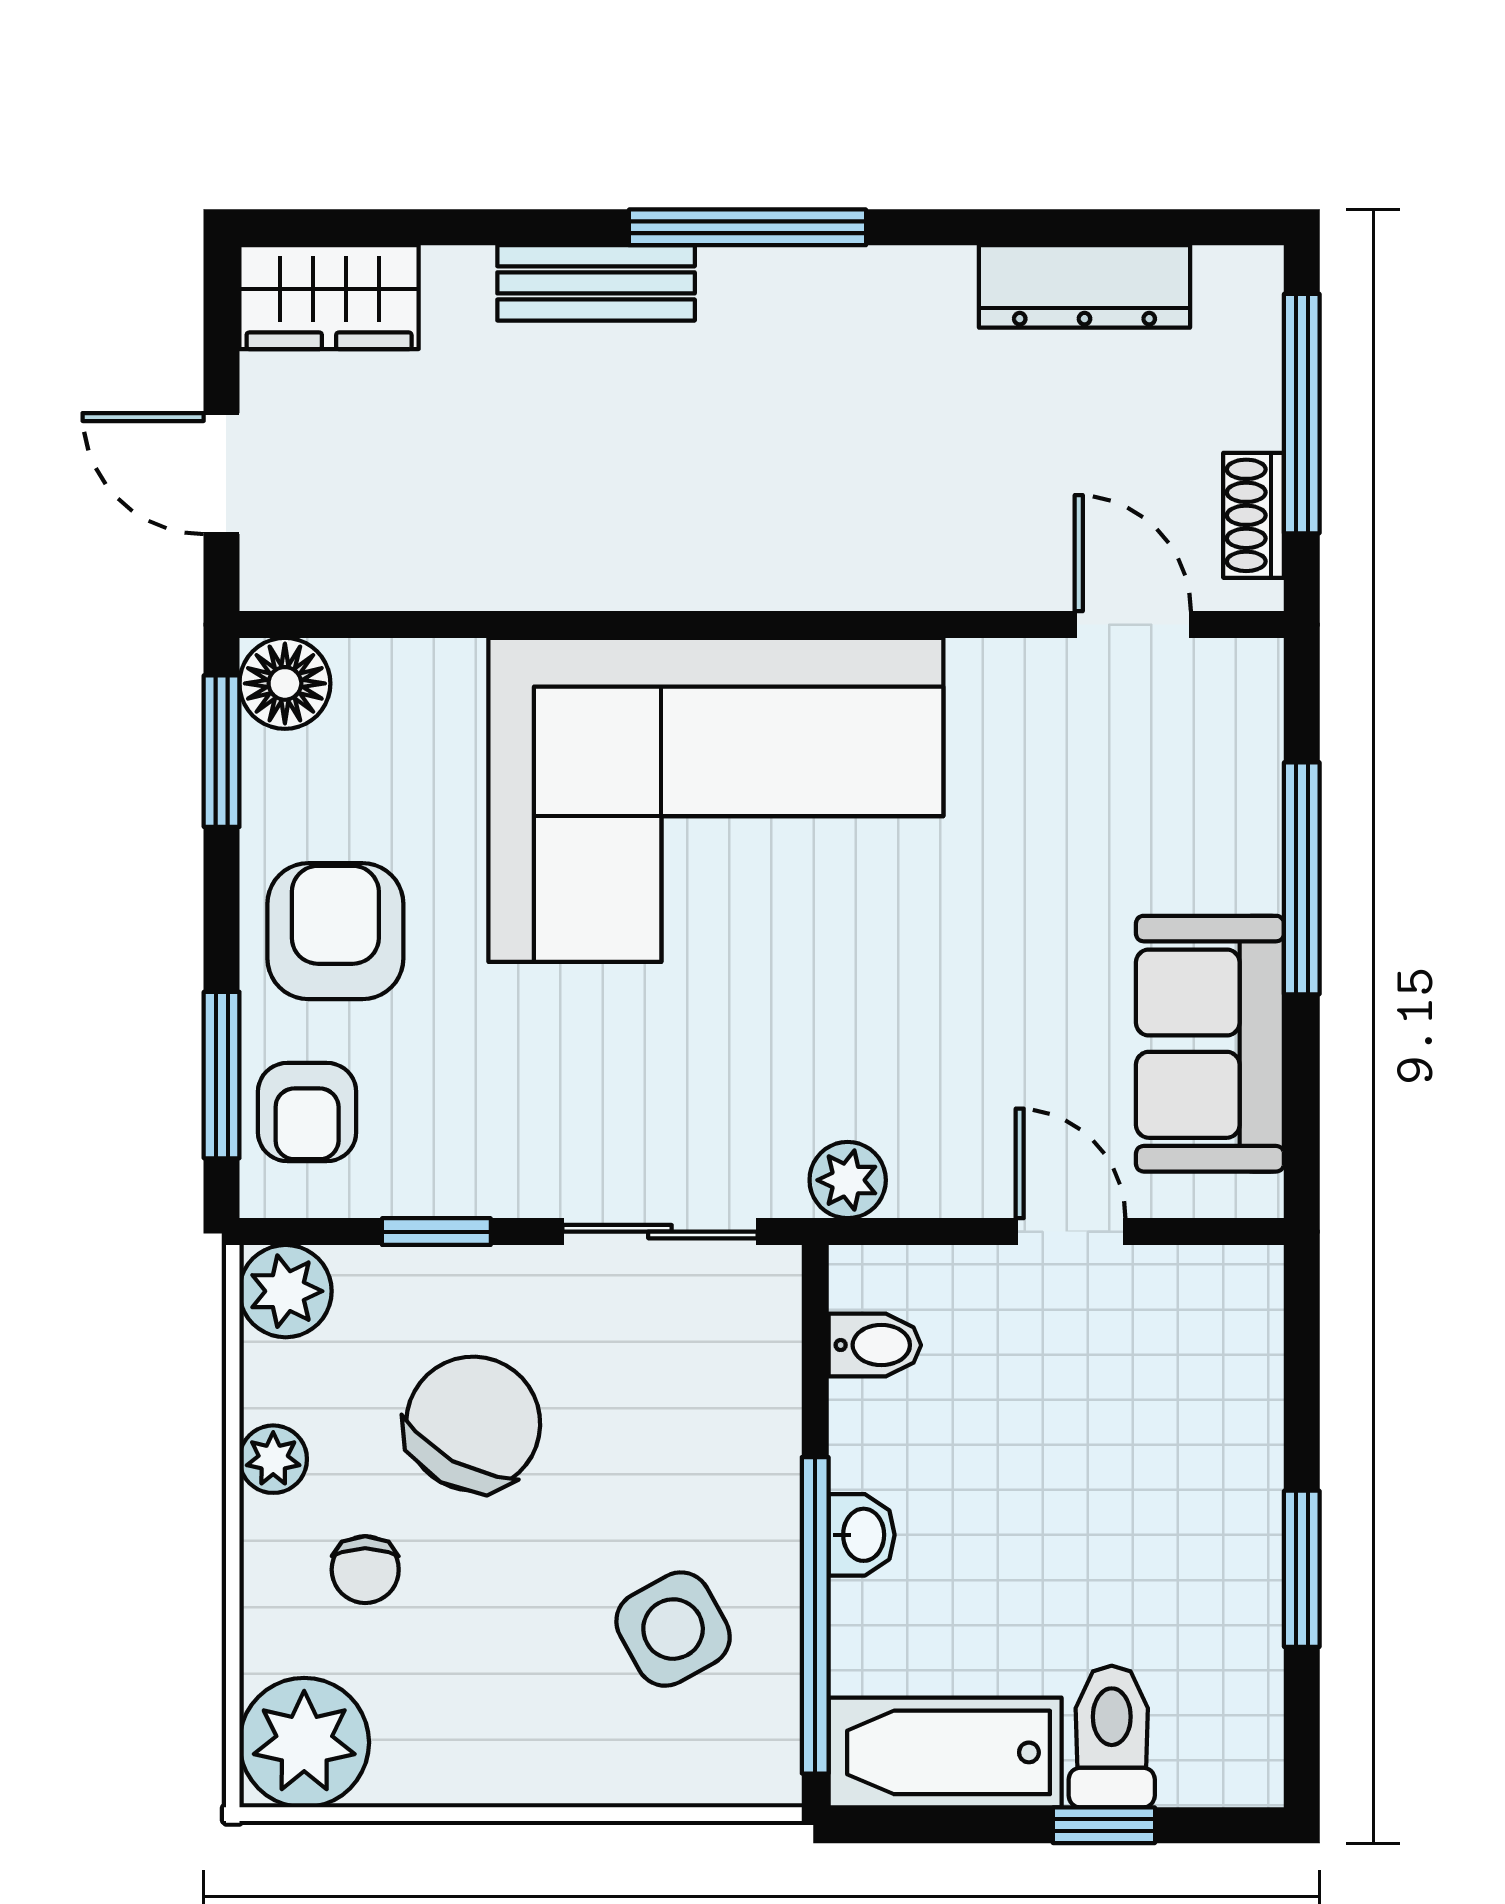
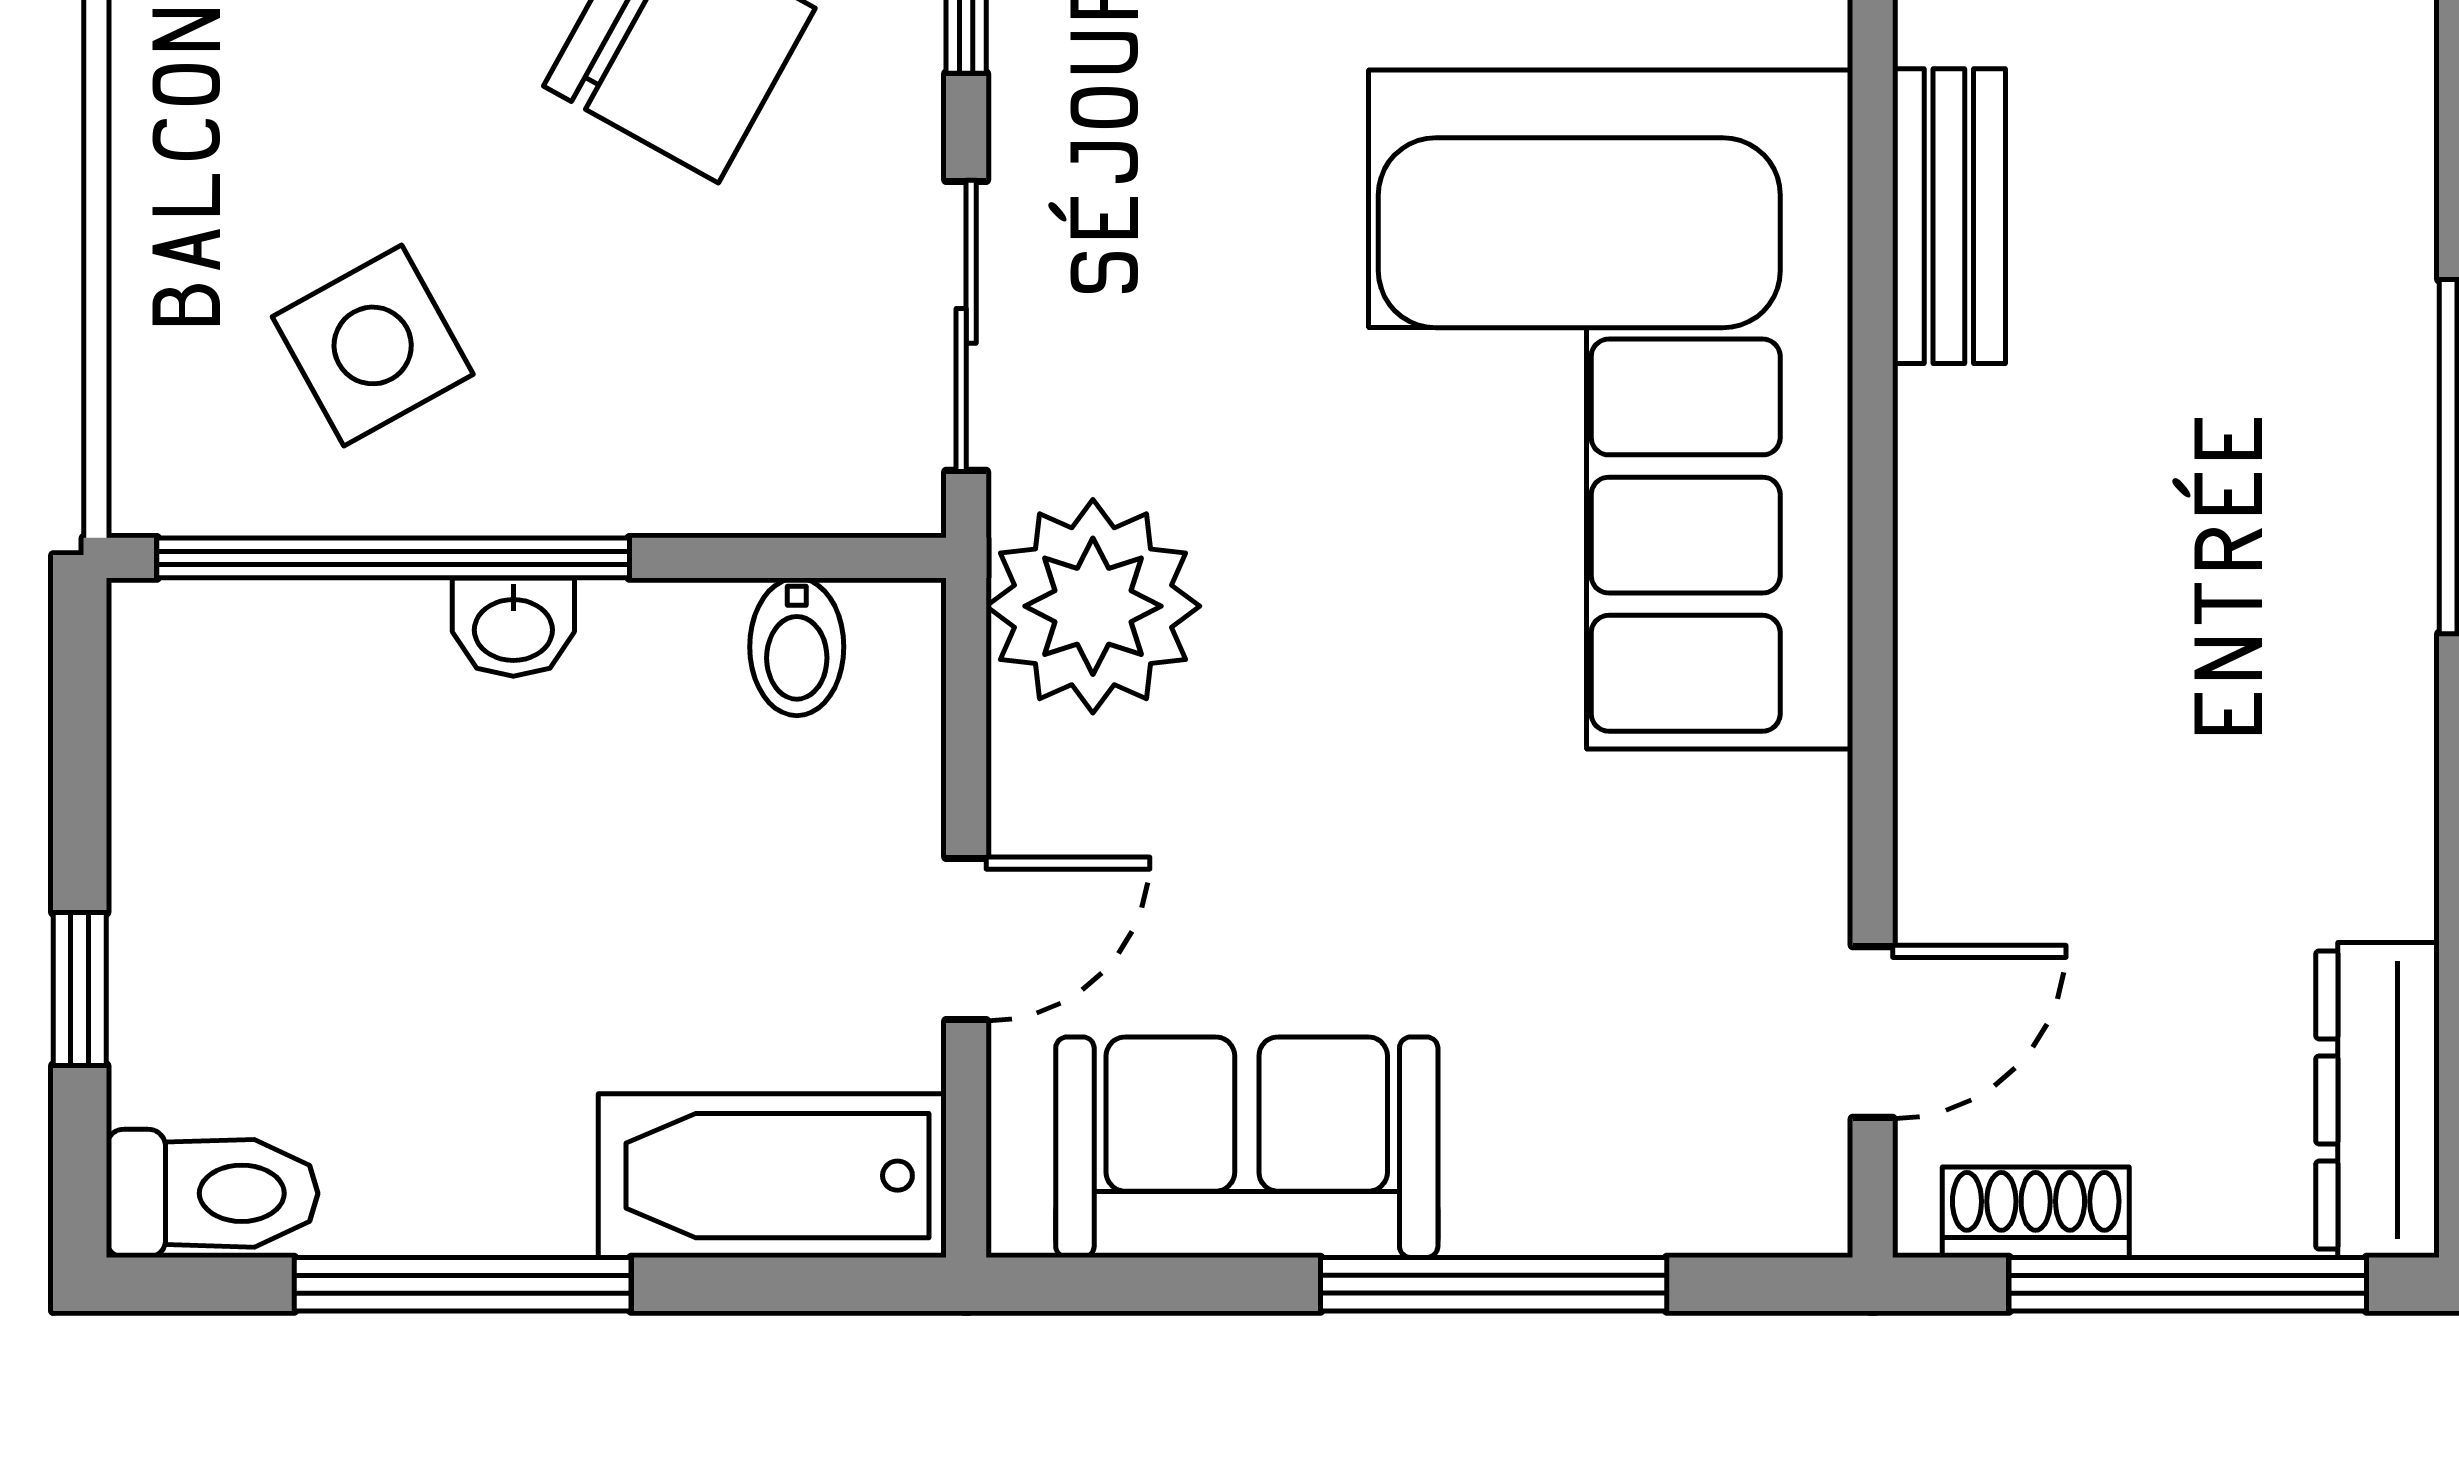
bench: (596, 283) -> (1949, 216), moved
dresser: (1084, 286) -> (2377, 1100), moved
plant: (848, 1180) -> (1093, 606), width x1.88, depth x1.88
window: (1302, 1569) -> (463, 1284), width x1.44
toilet: (1112, 1737) -> (212, 1193), moved
bathtub: (945, 1752) -> (772, 1176), moved, turned -90

